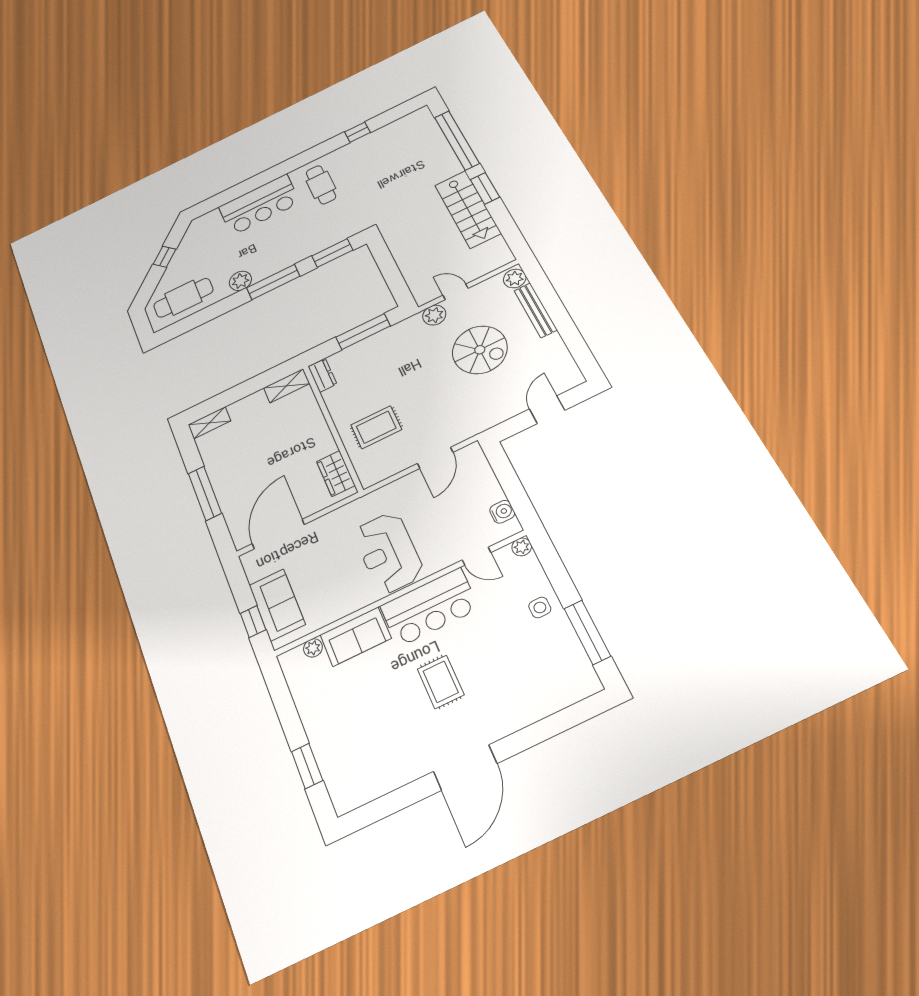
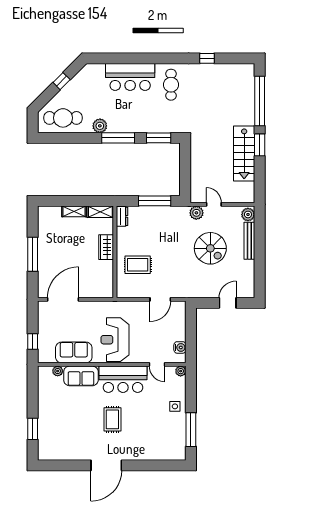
shelving: (209, 423) -> (74, 211), moved
wardrobe: (336, 473) -> (106, 247), moved
sofa: (277, 605) -> (74, 352), moved, turned -90

